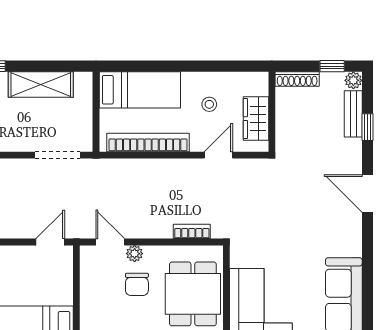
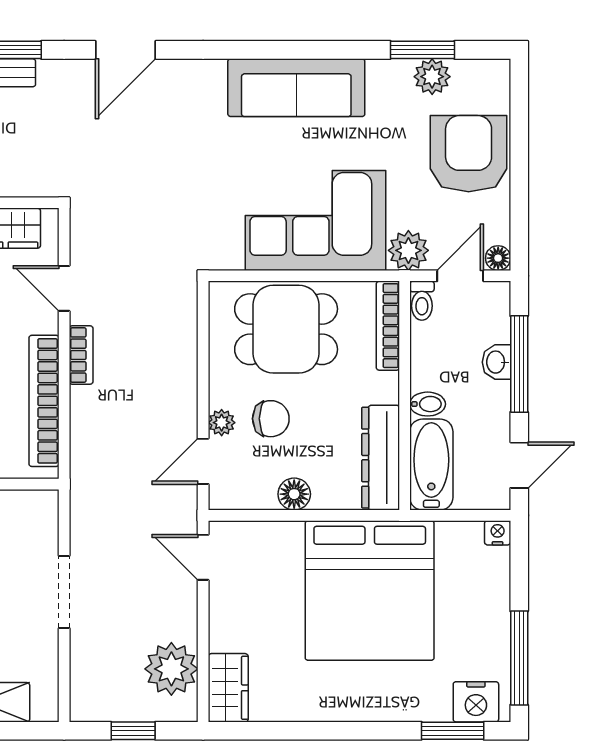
doorway: (57, 155) -> (64, 592), moved
bookcase: (192, 231) -> (81, 355), moved, turned 180
floor lamp: (90, 299) -> (294, 494), added

